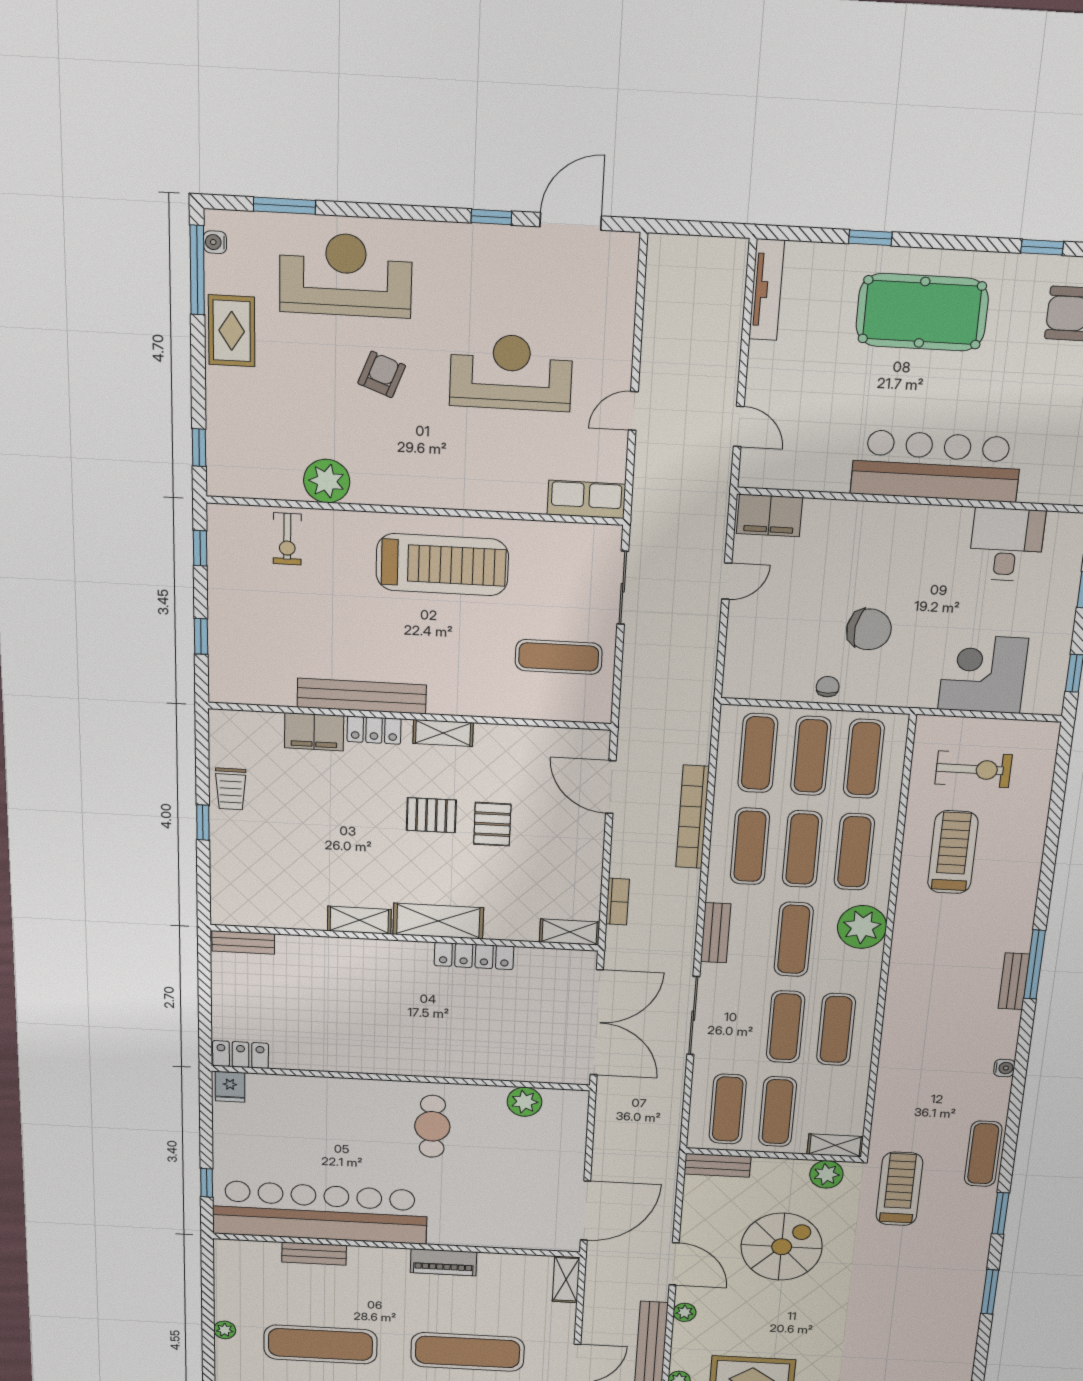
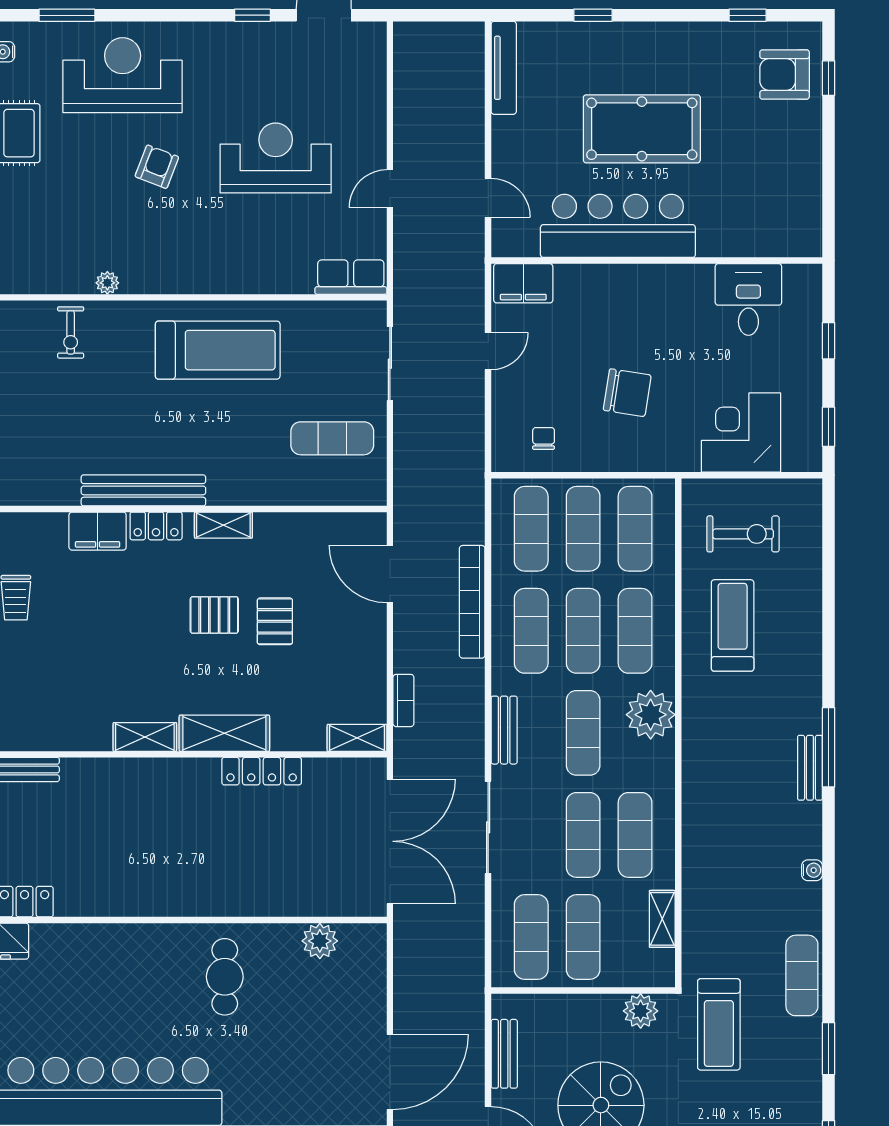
pool table: (922, 312) -> (642, 129), moved
bar counter: (936, 466) -> (618, 226), moved
plant: (327, 481) -> (107, 283), width x0.53, depth x0.53
chair: (828, 687) -> (544, 438), moved
shelving: (835, 1145) -> (662, 919), moved, turned 90
bench: (717, 1165) -> (504, 1054), moved, turned 90
treadmill: (899, 1189) -> (719, 1024), turned 180

